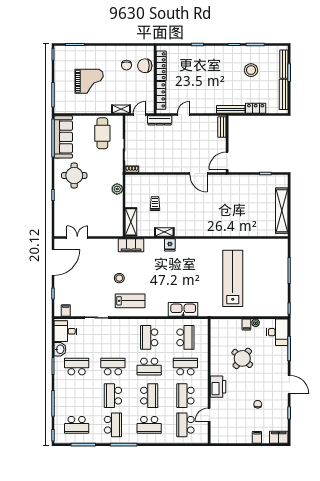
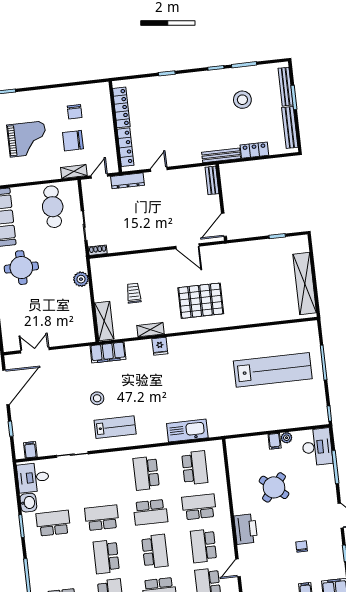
chair: (145, 66) -> (73, 141), moved
pallet: (204, 215) -> (201, 301), added
lab bench: (233, 278) -> (273, 370), moved, turned 90

